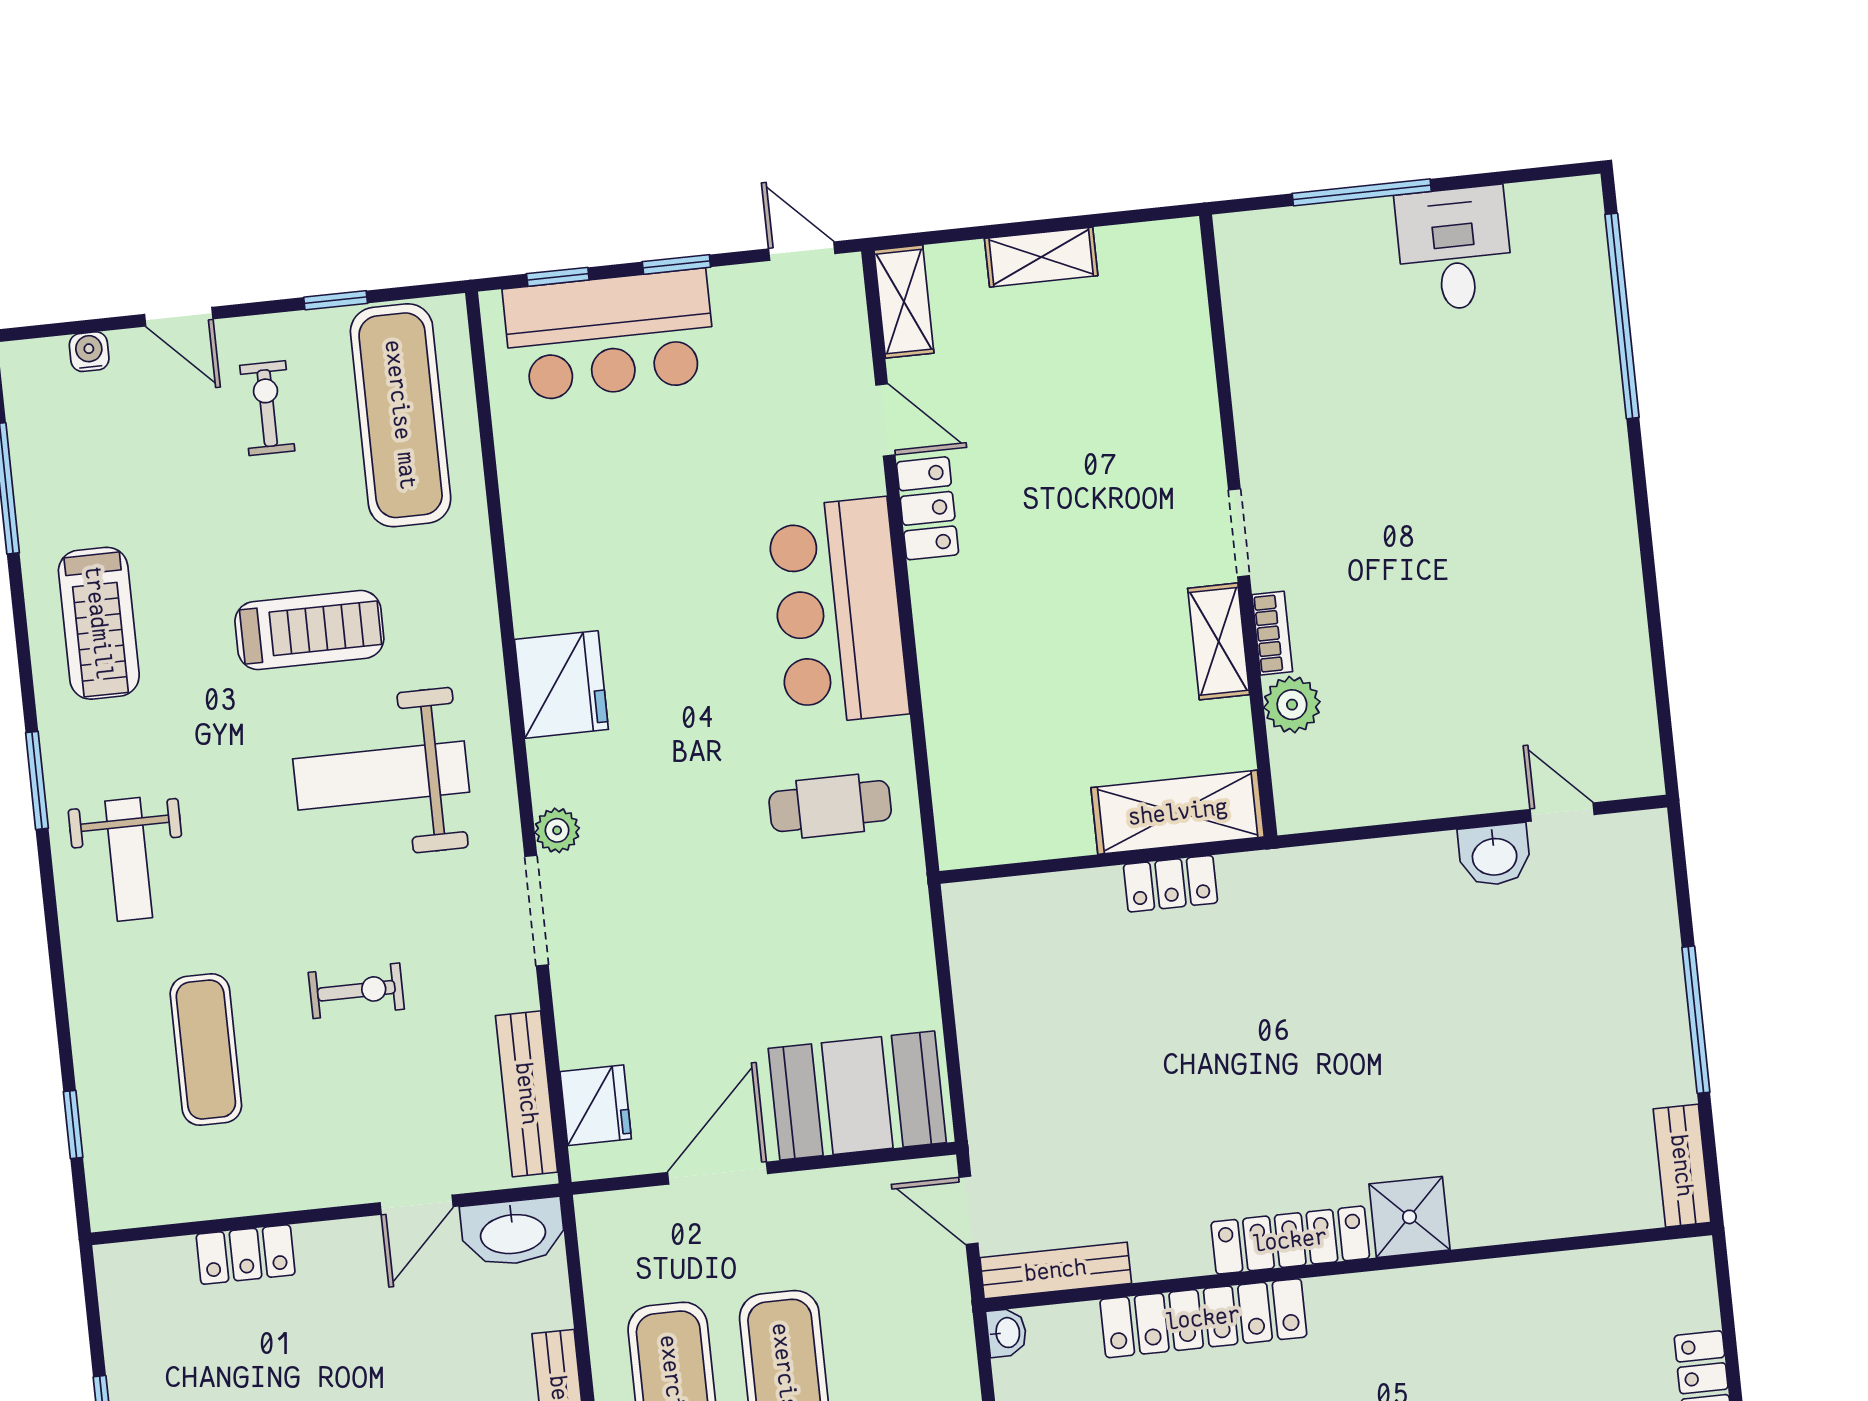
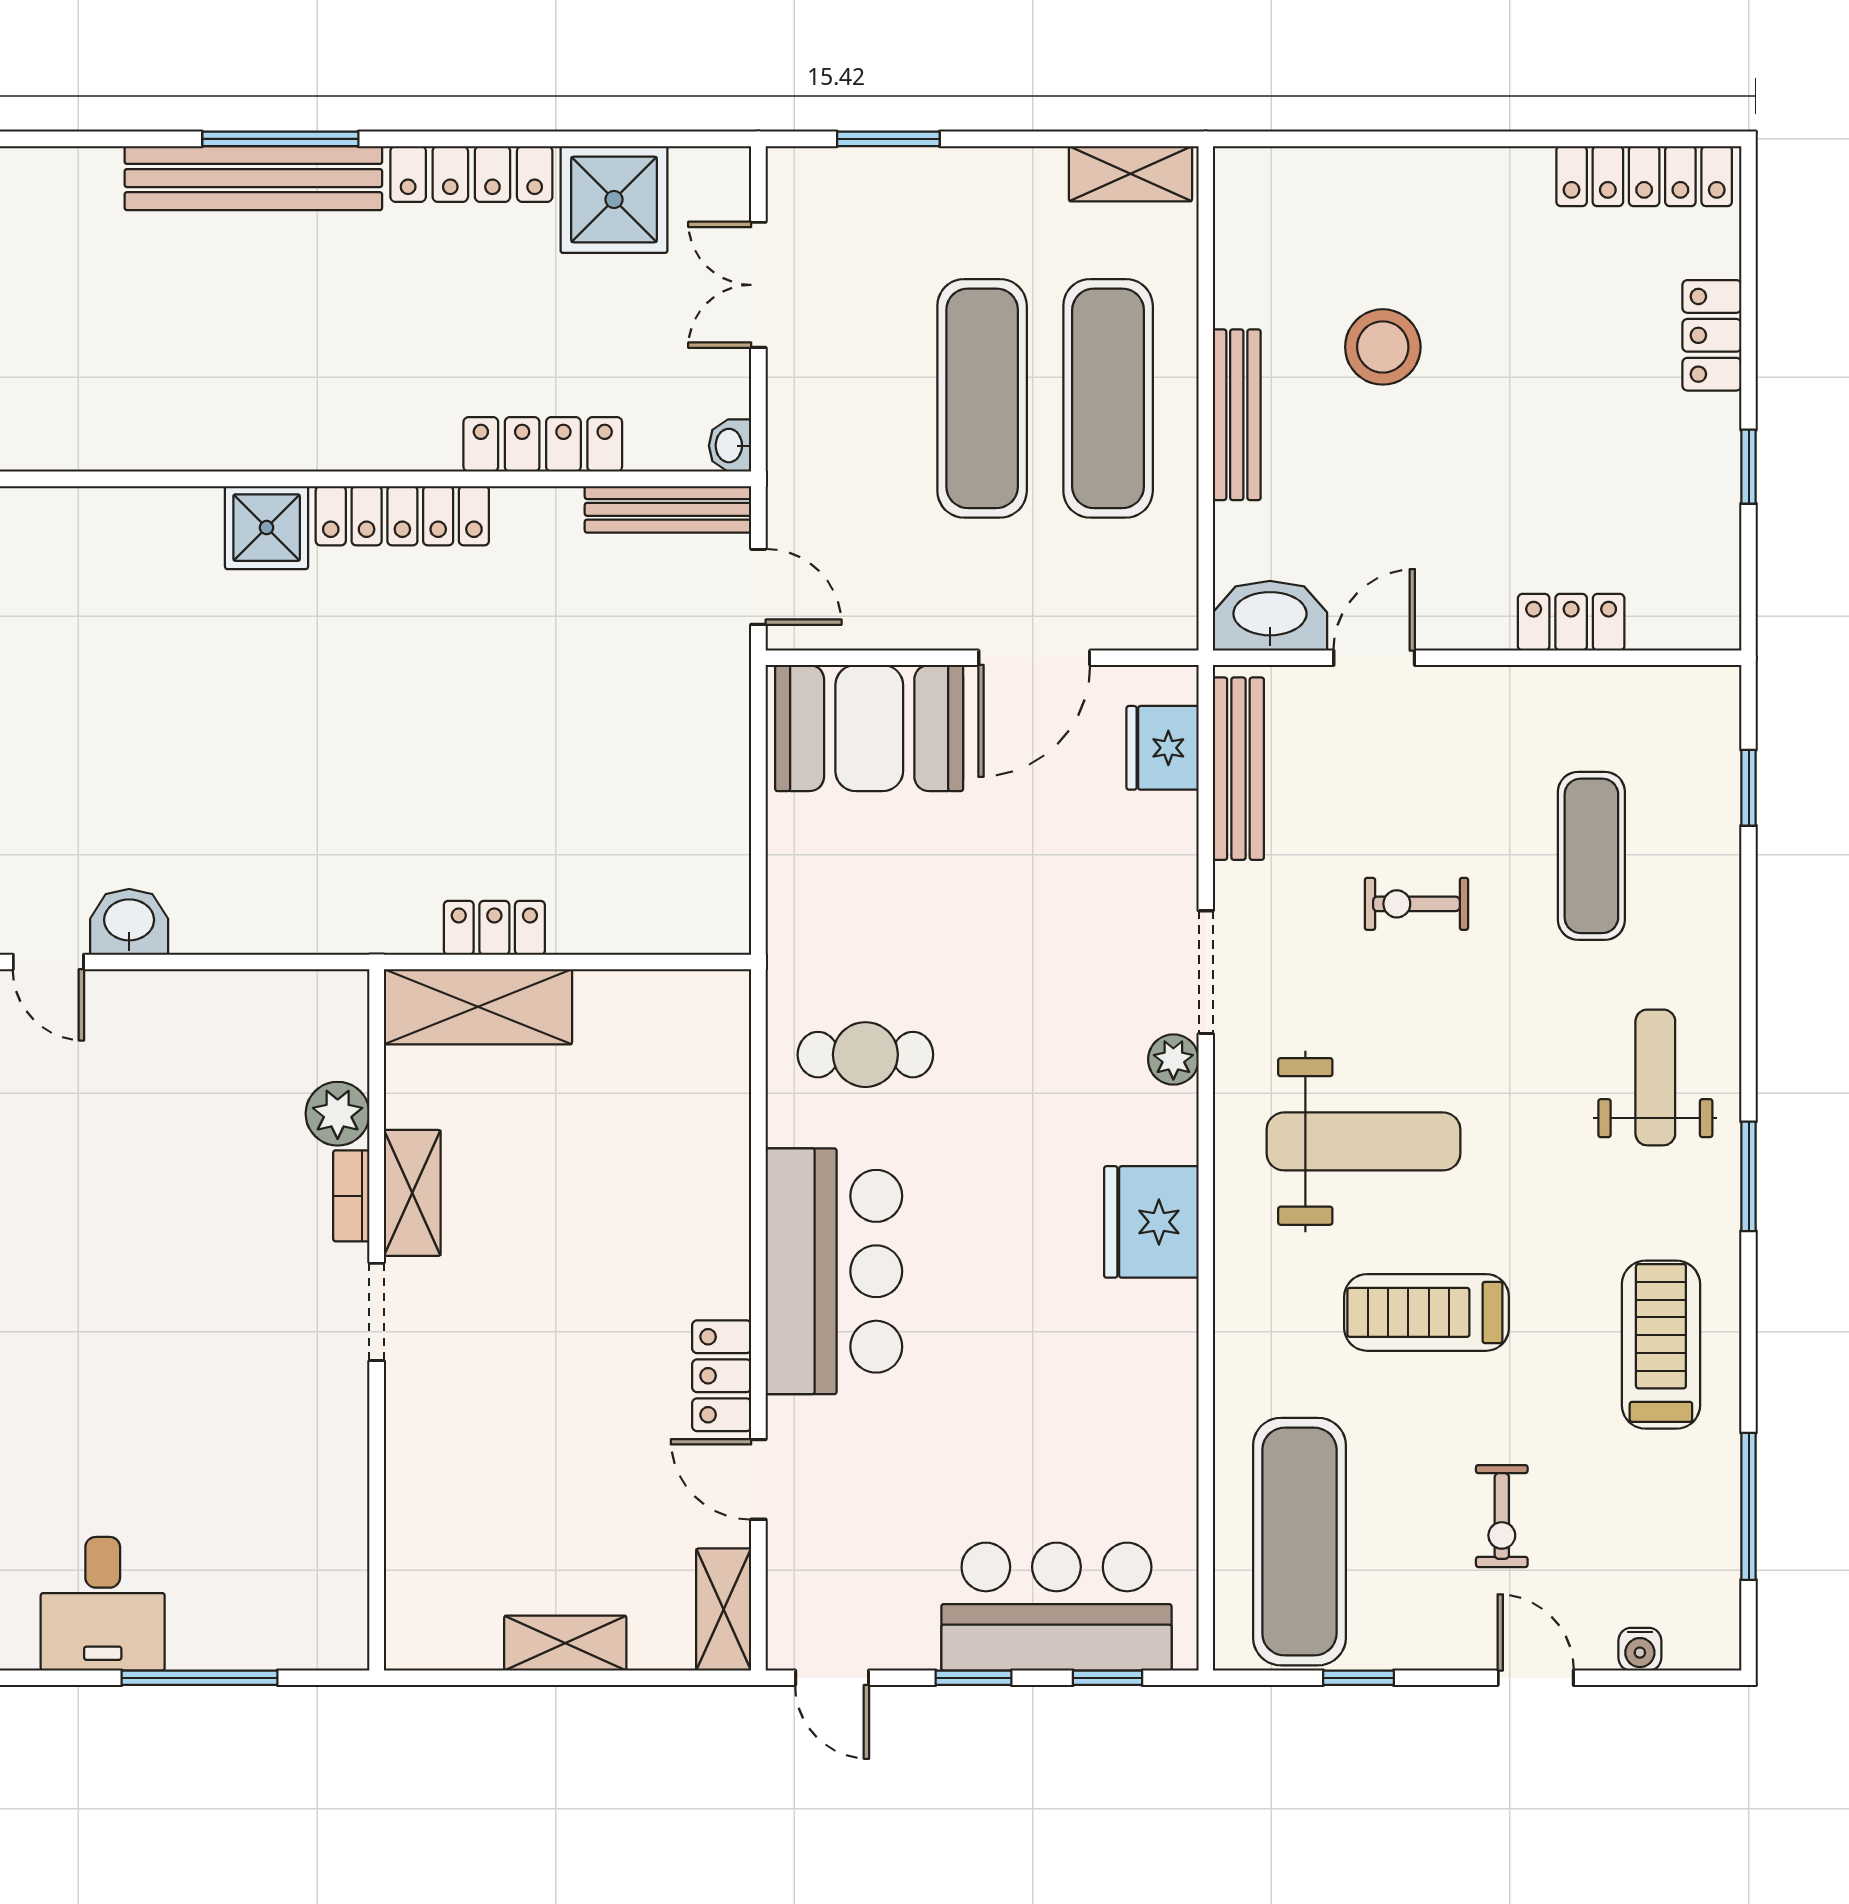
exercise bike: (267, 408) -> (1502, 1516), moved
locker: (1203, 1318) -> (543, 444), width x0.71, depth x0.83

